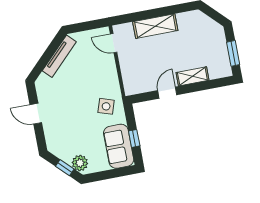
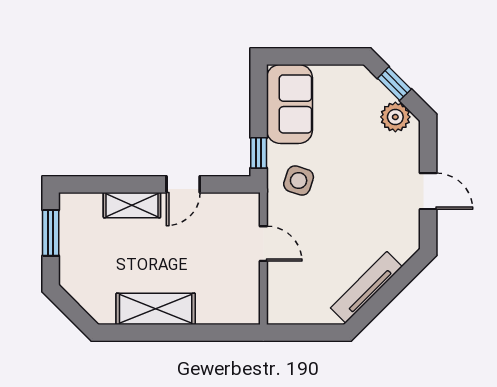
shelving: (155, 26) -> (156, 309), moved
door: (114, 43) -> (263, 244), moved
window: (134, 138) -> (259, 153), moved
plant: (80, 163) -> (395, 117), moved

